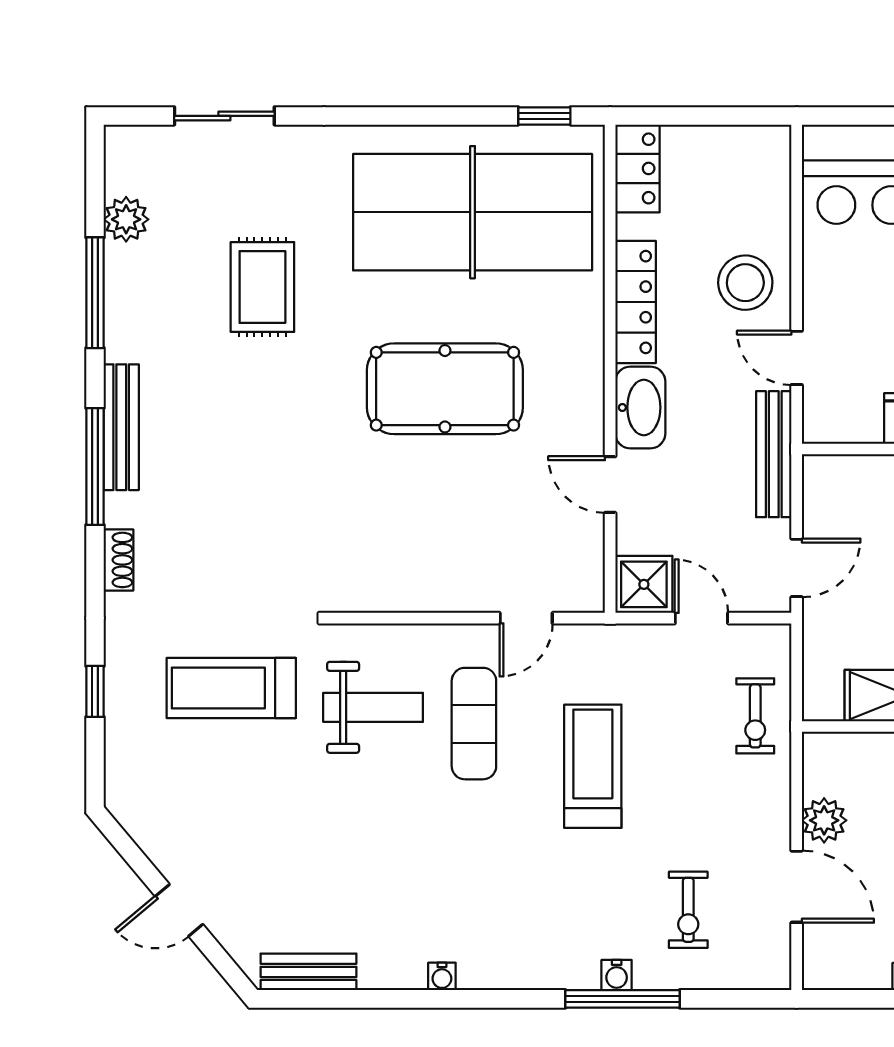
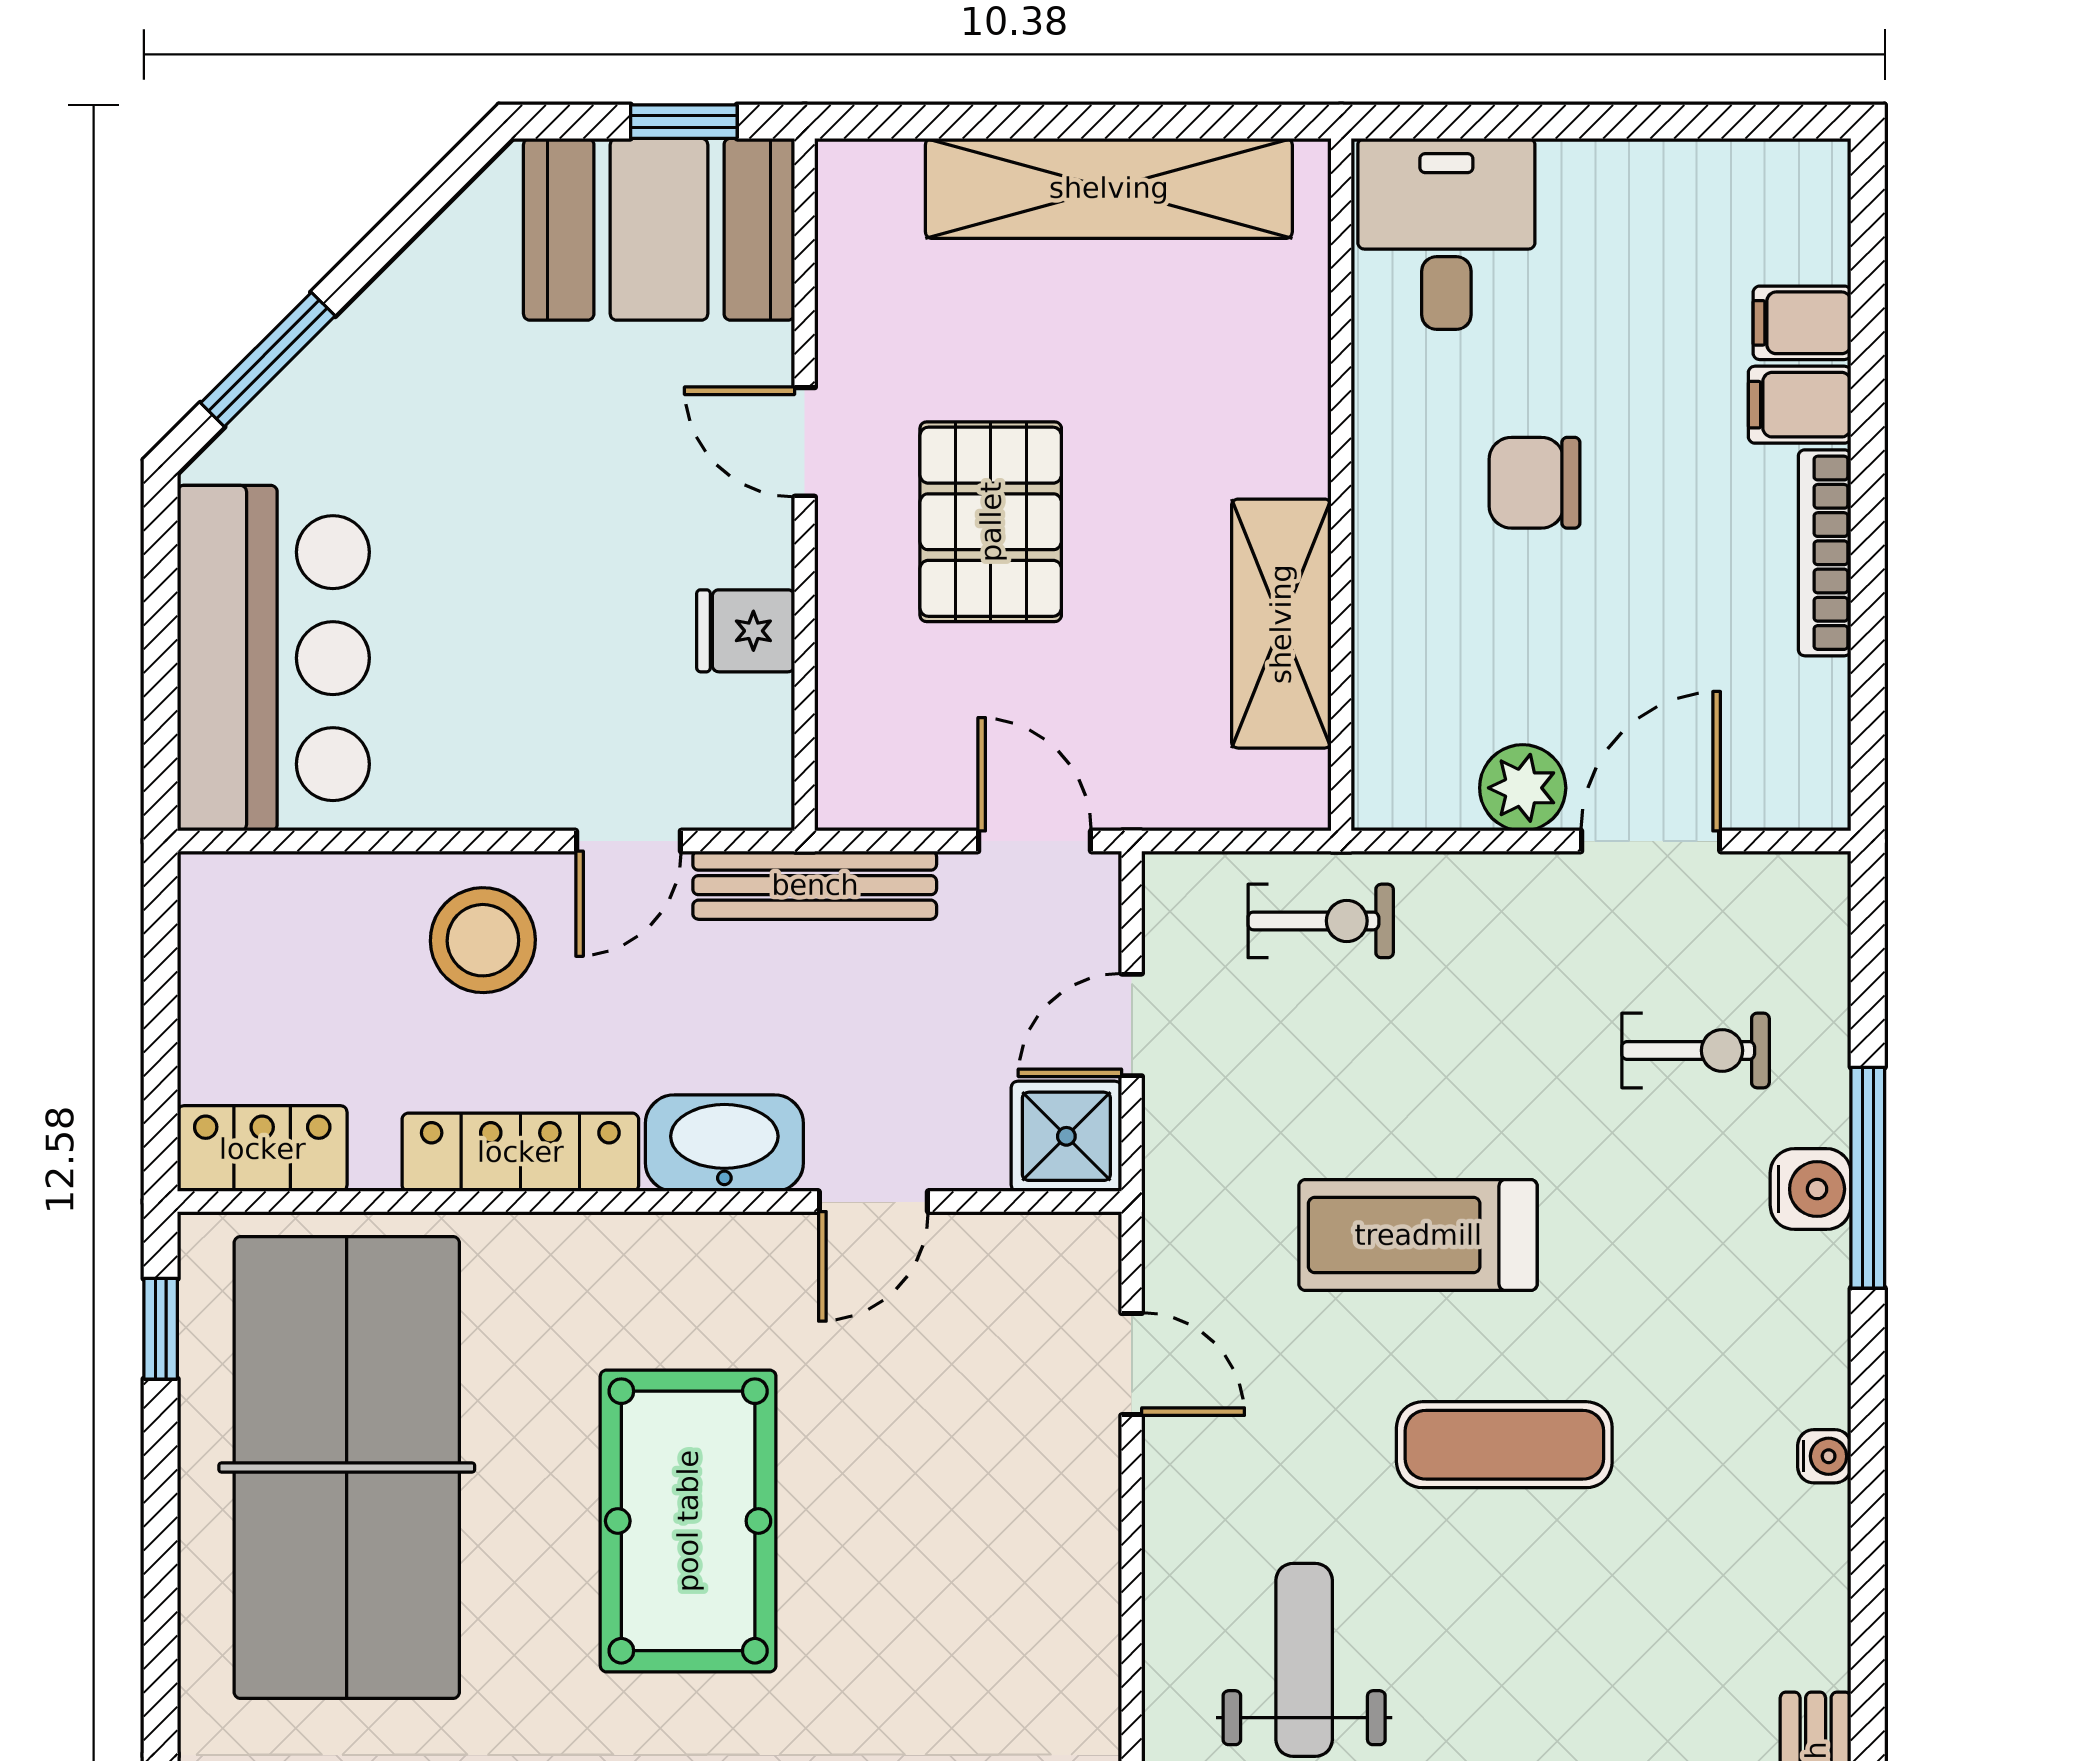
exercise mat: (474, 724) -> (1504, 1445), moved
water cooler: (617, 975) -> (1811, 1189), width x1.38, depth x1.38
water cooler: (442, 976) -> (1824, 1456), moved

